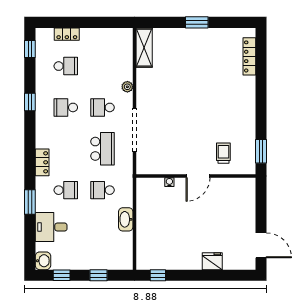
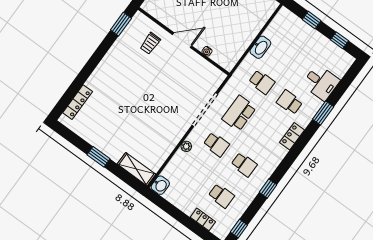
shelving: (144, 48) -> (137, 169), moved, turned 90
school desk: (66, 66) -> (221, 196), turned 180
washbasin: (43, 261) -> (160, 185), moved, turned 180

